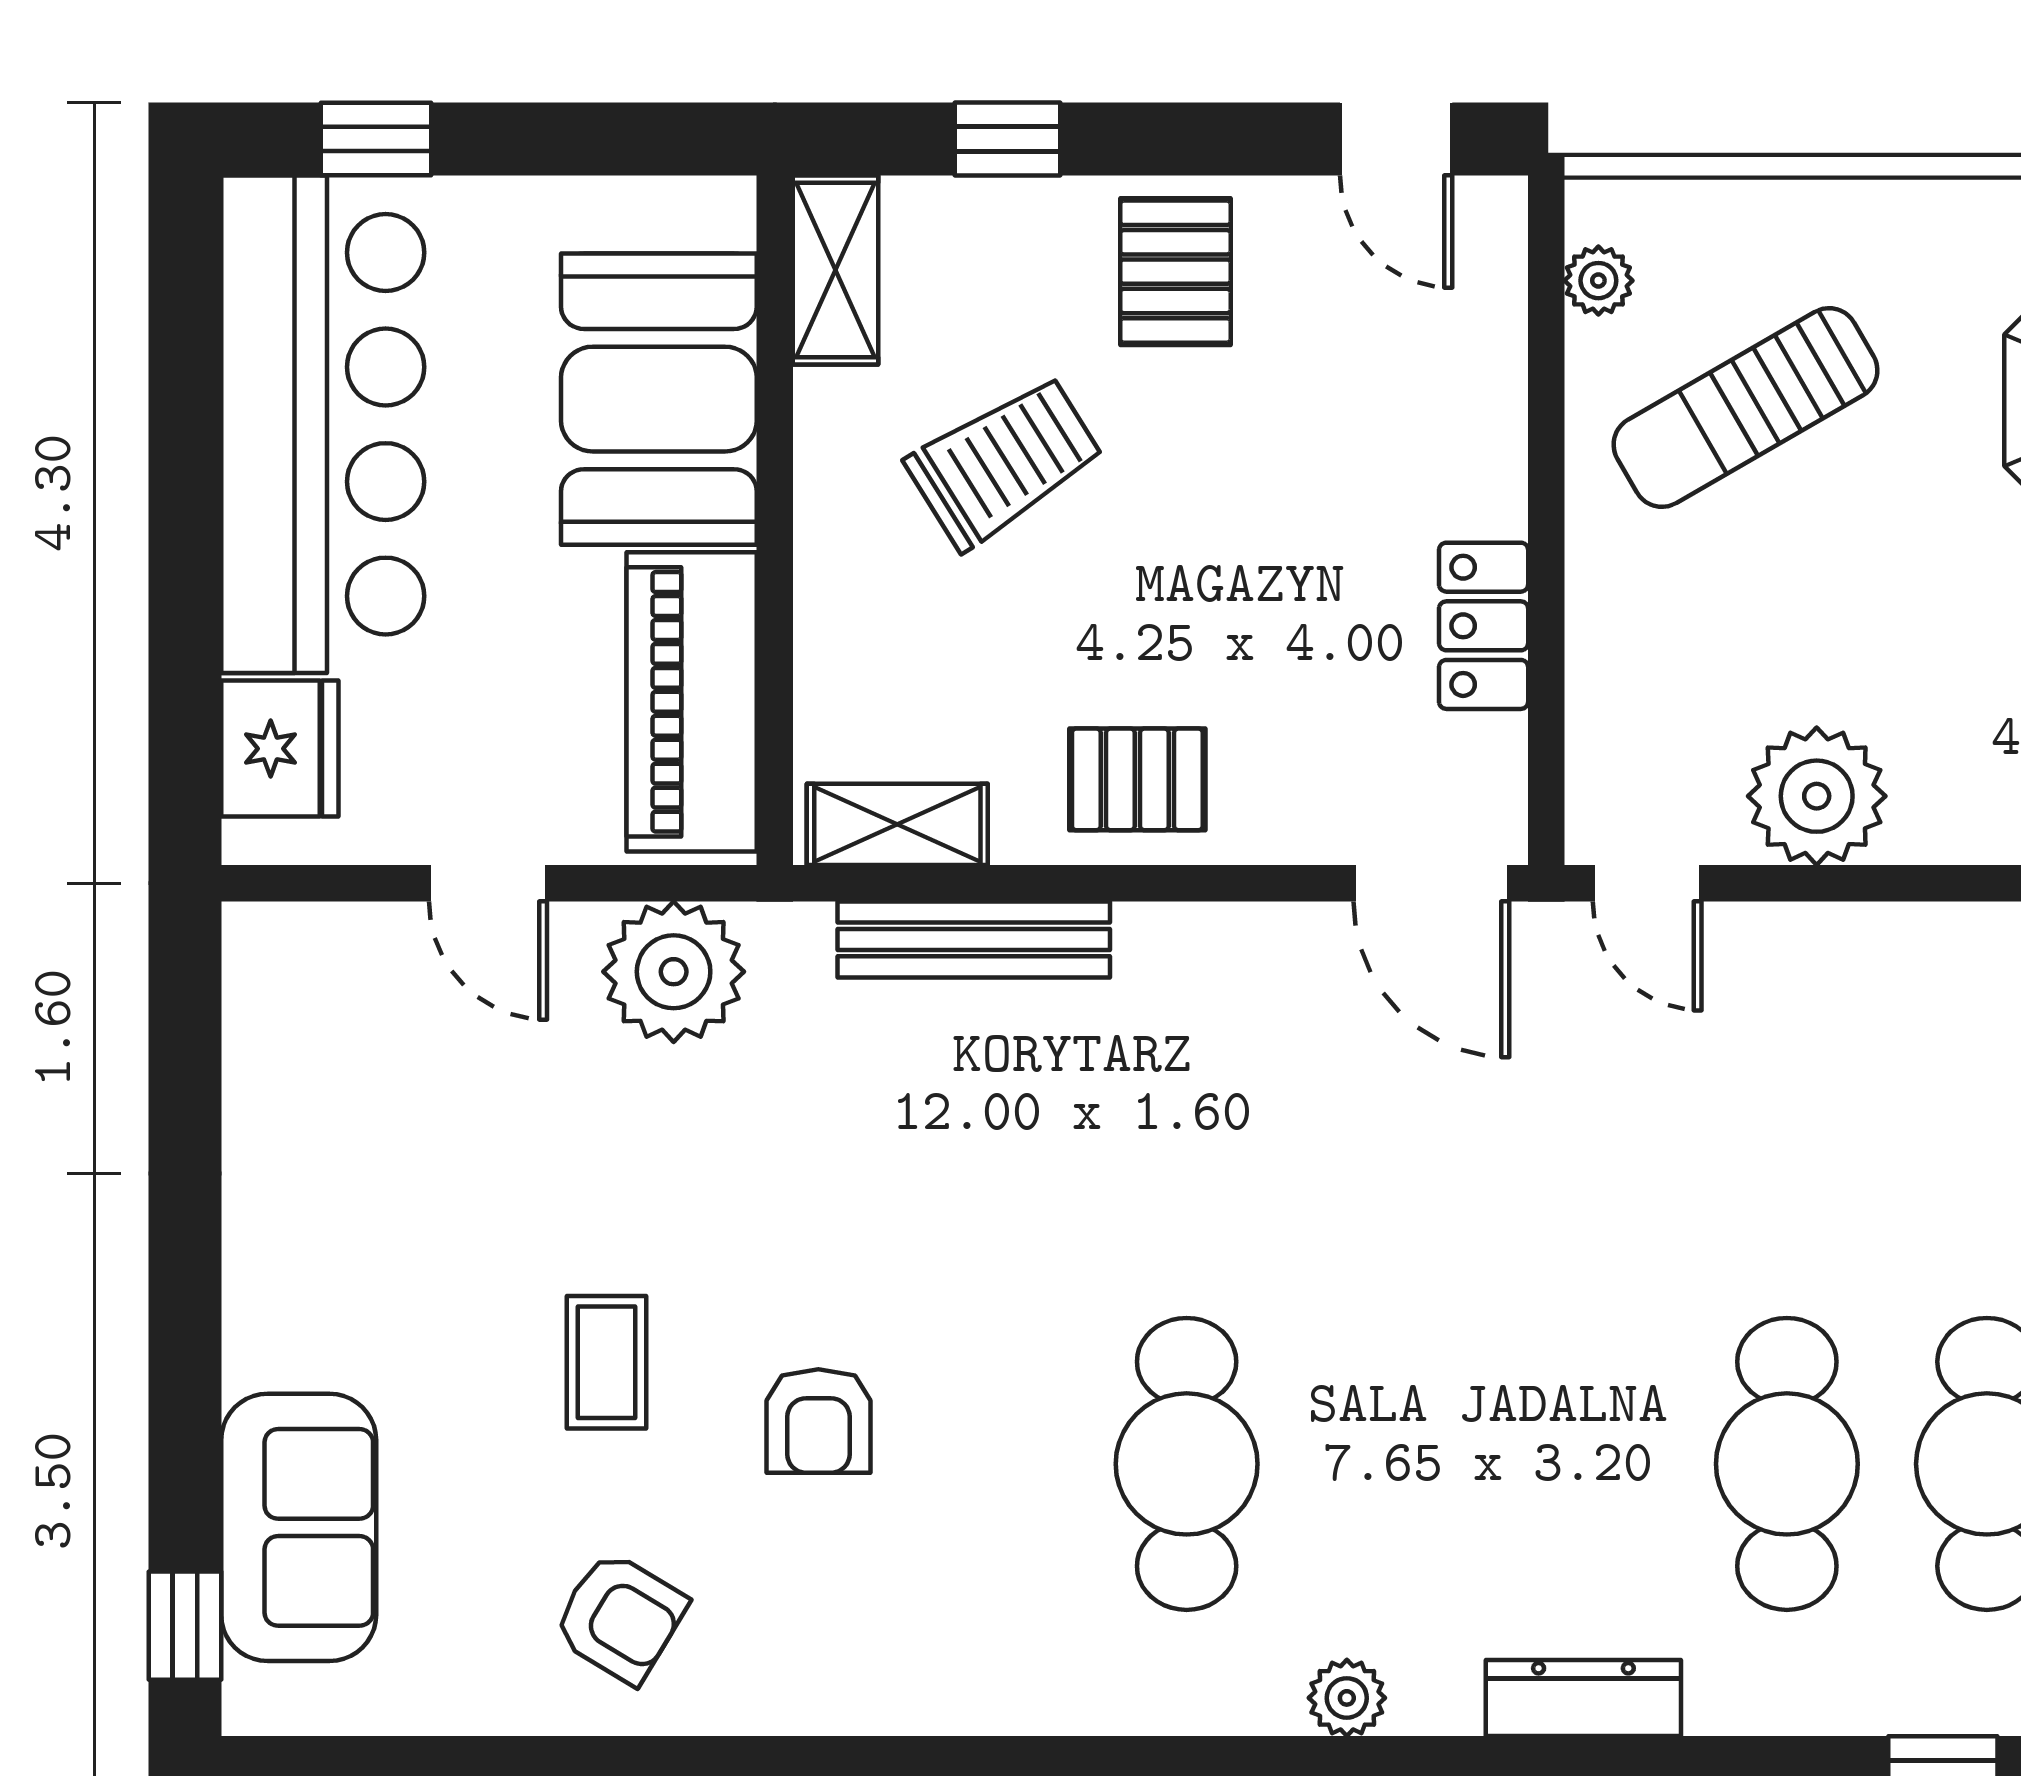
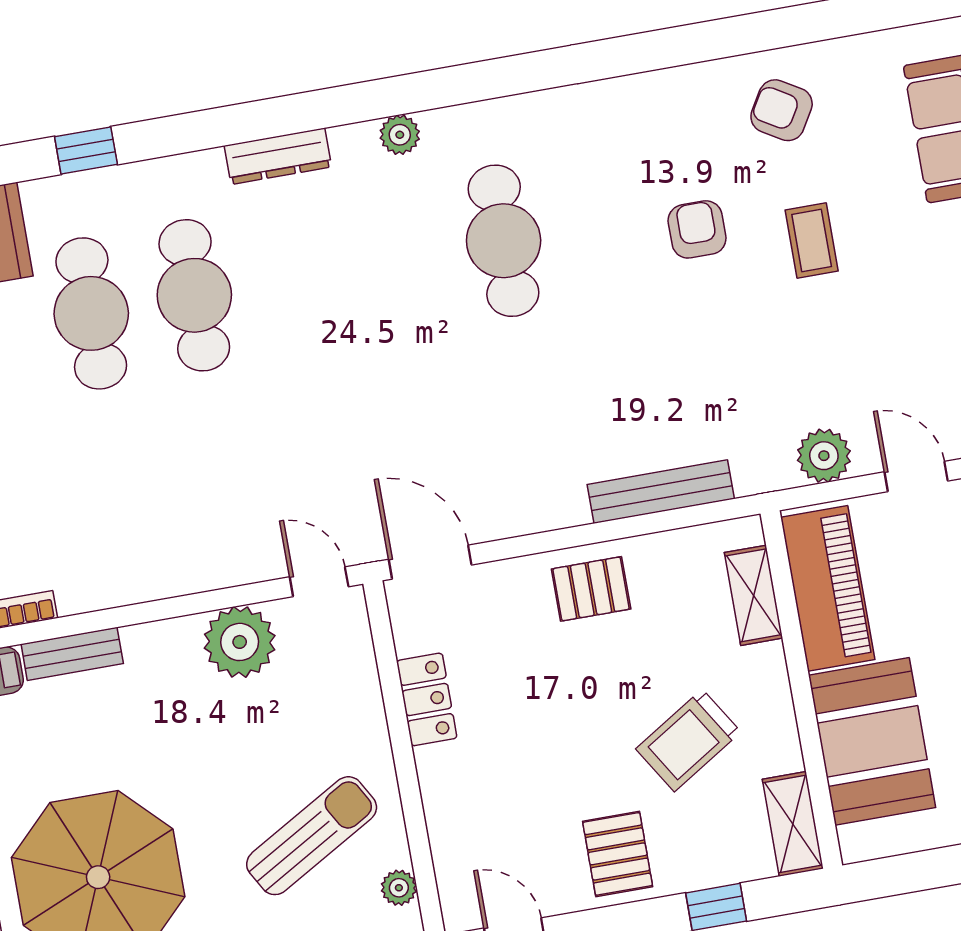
shelving: (897, 824) -> (754, 595), moved, turned 90
plant: (674, 972) -> (824, 456), width x0.73, depth x0.73

